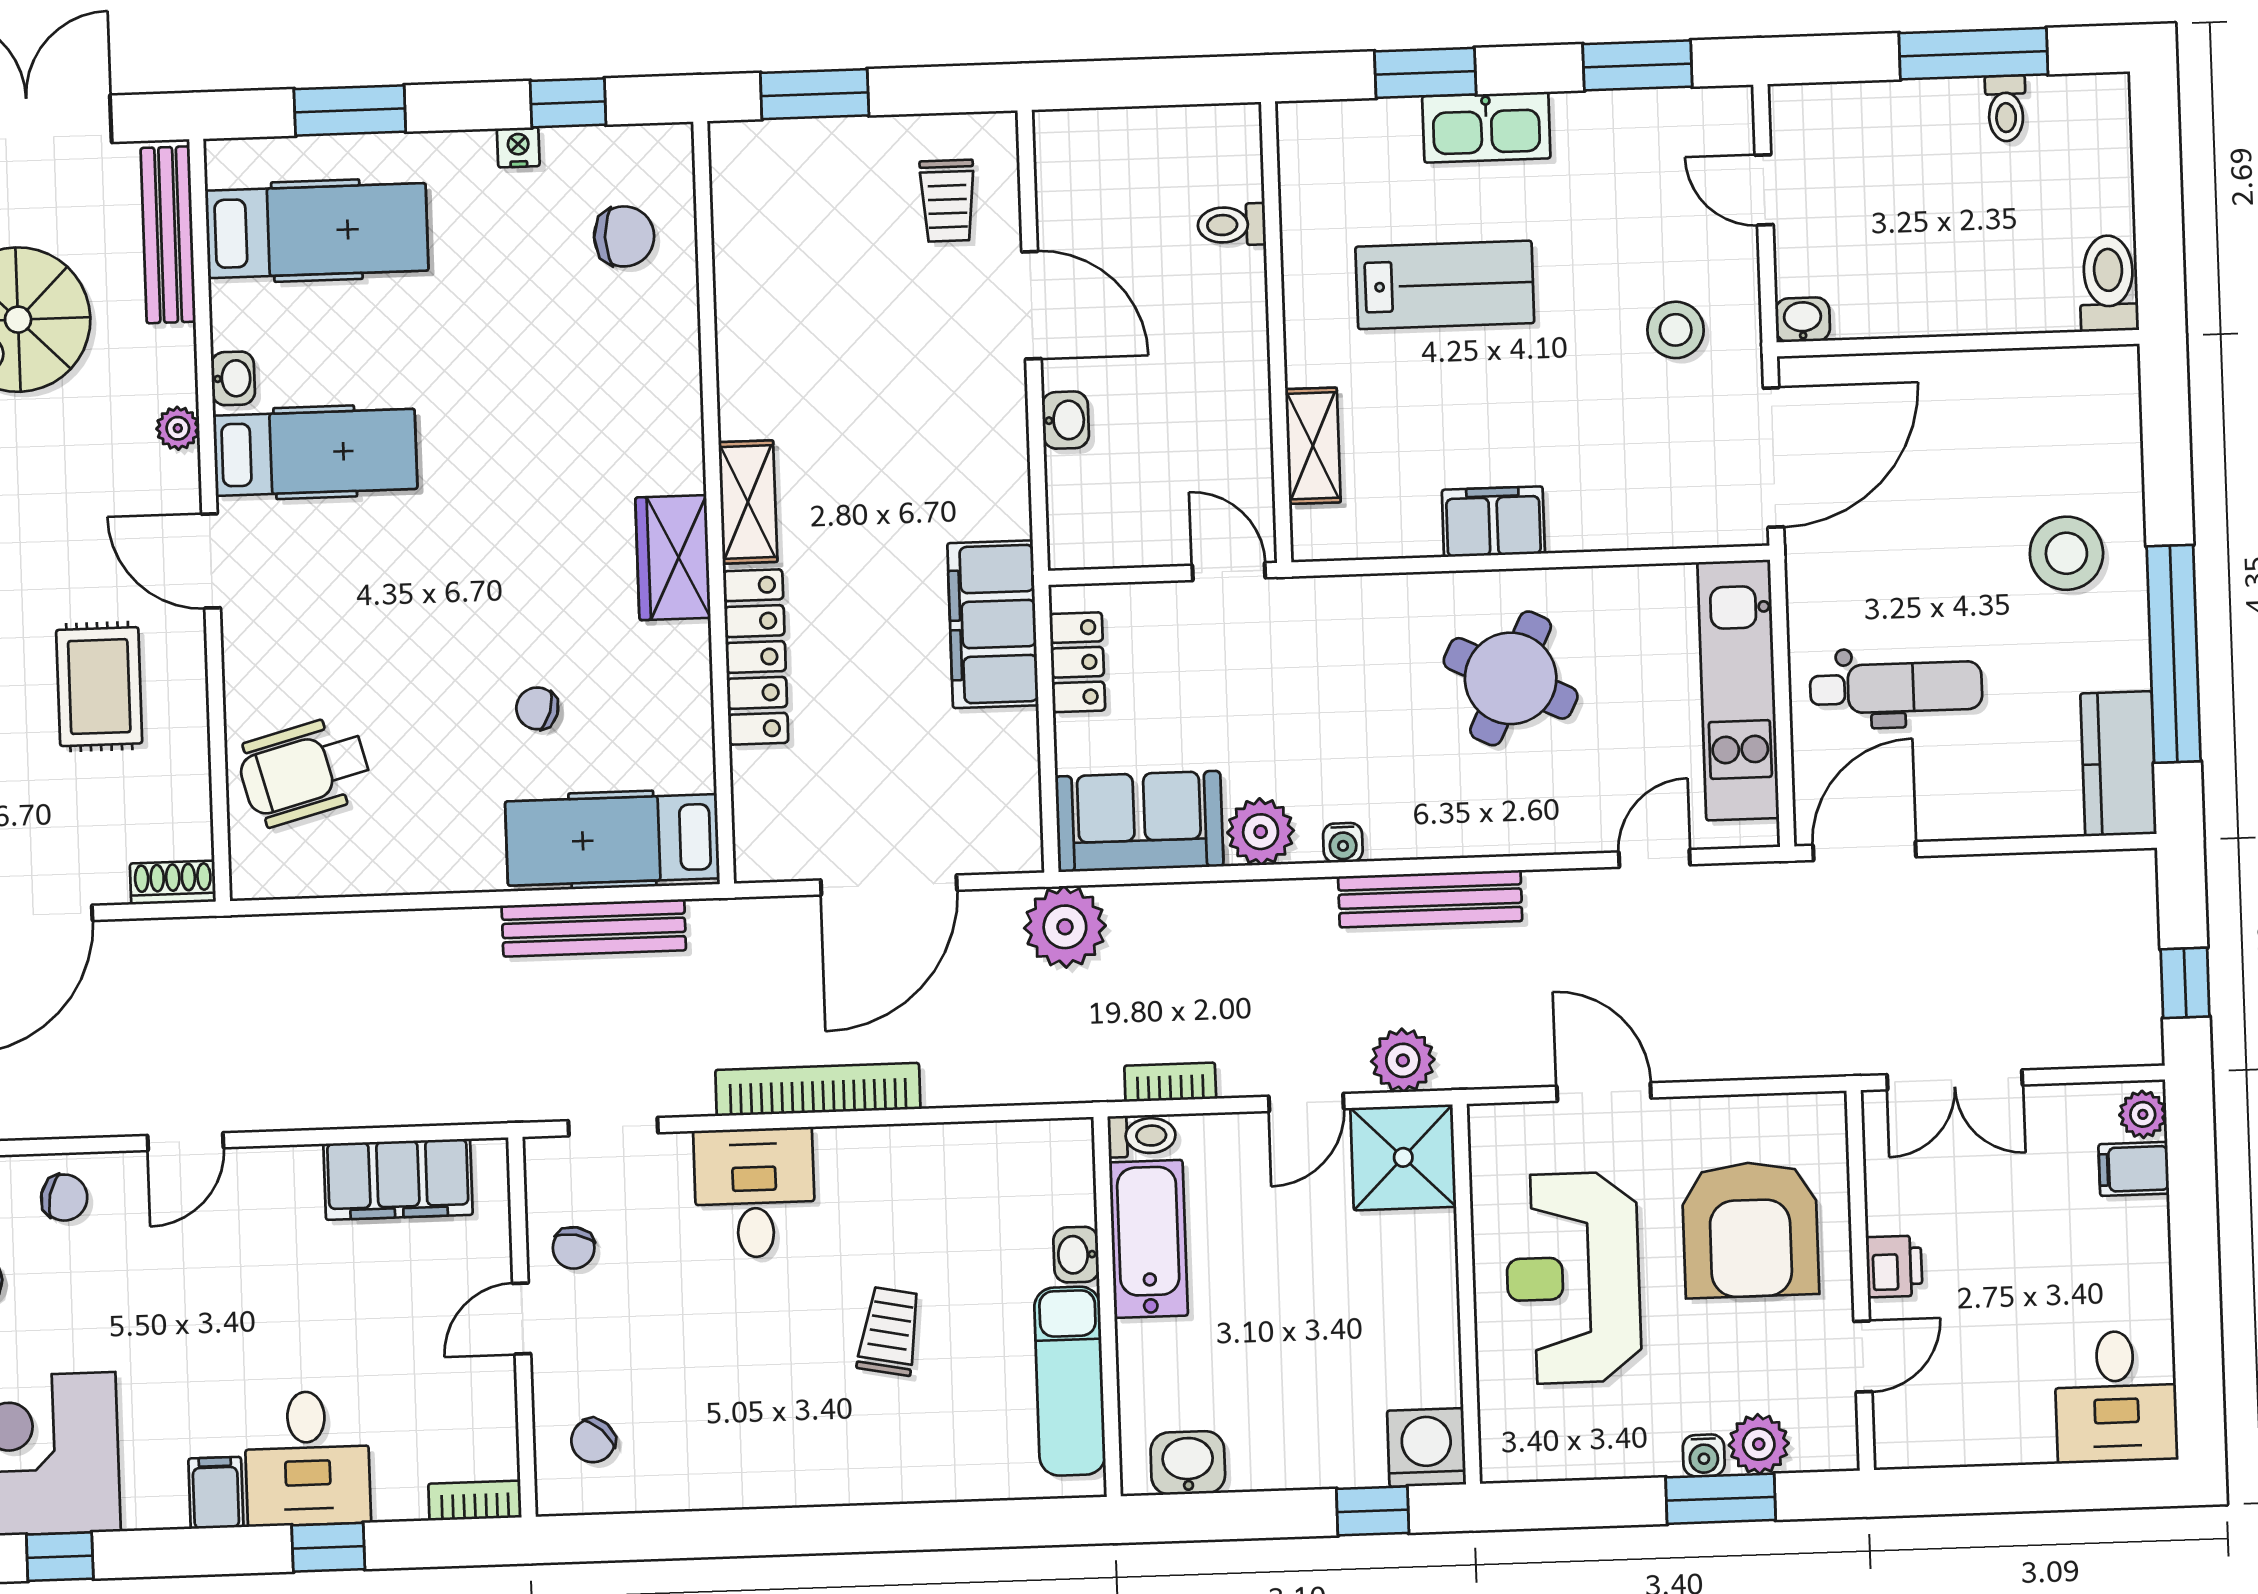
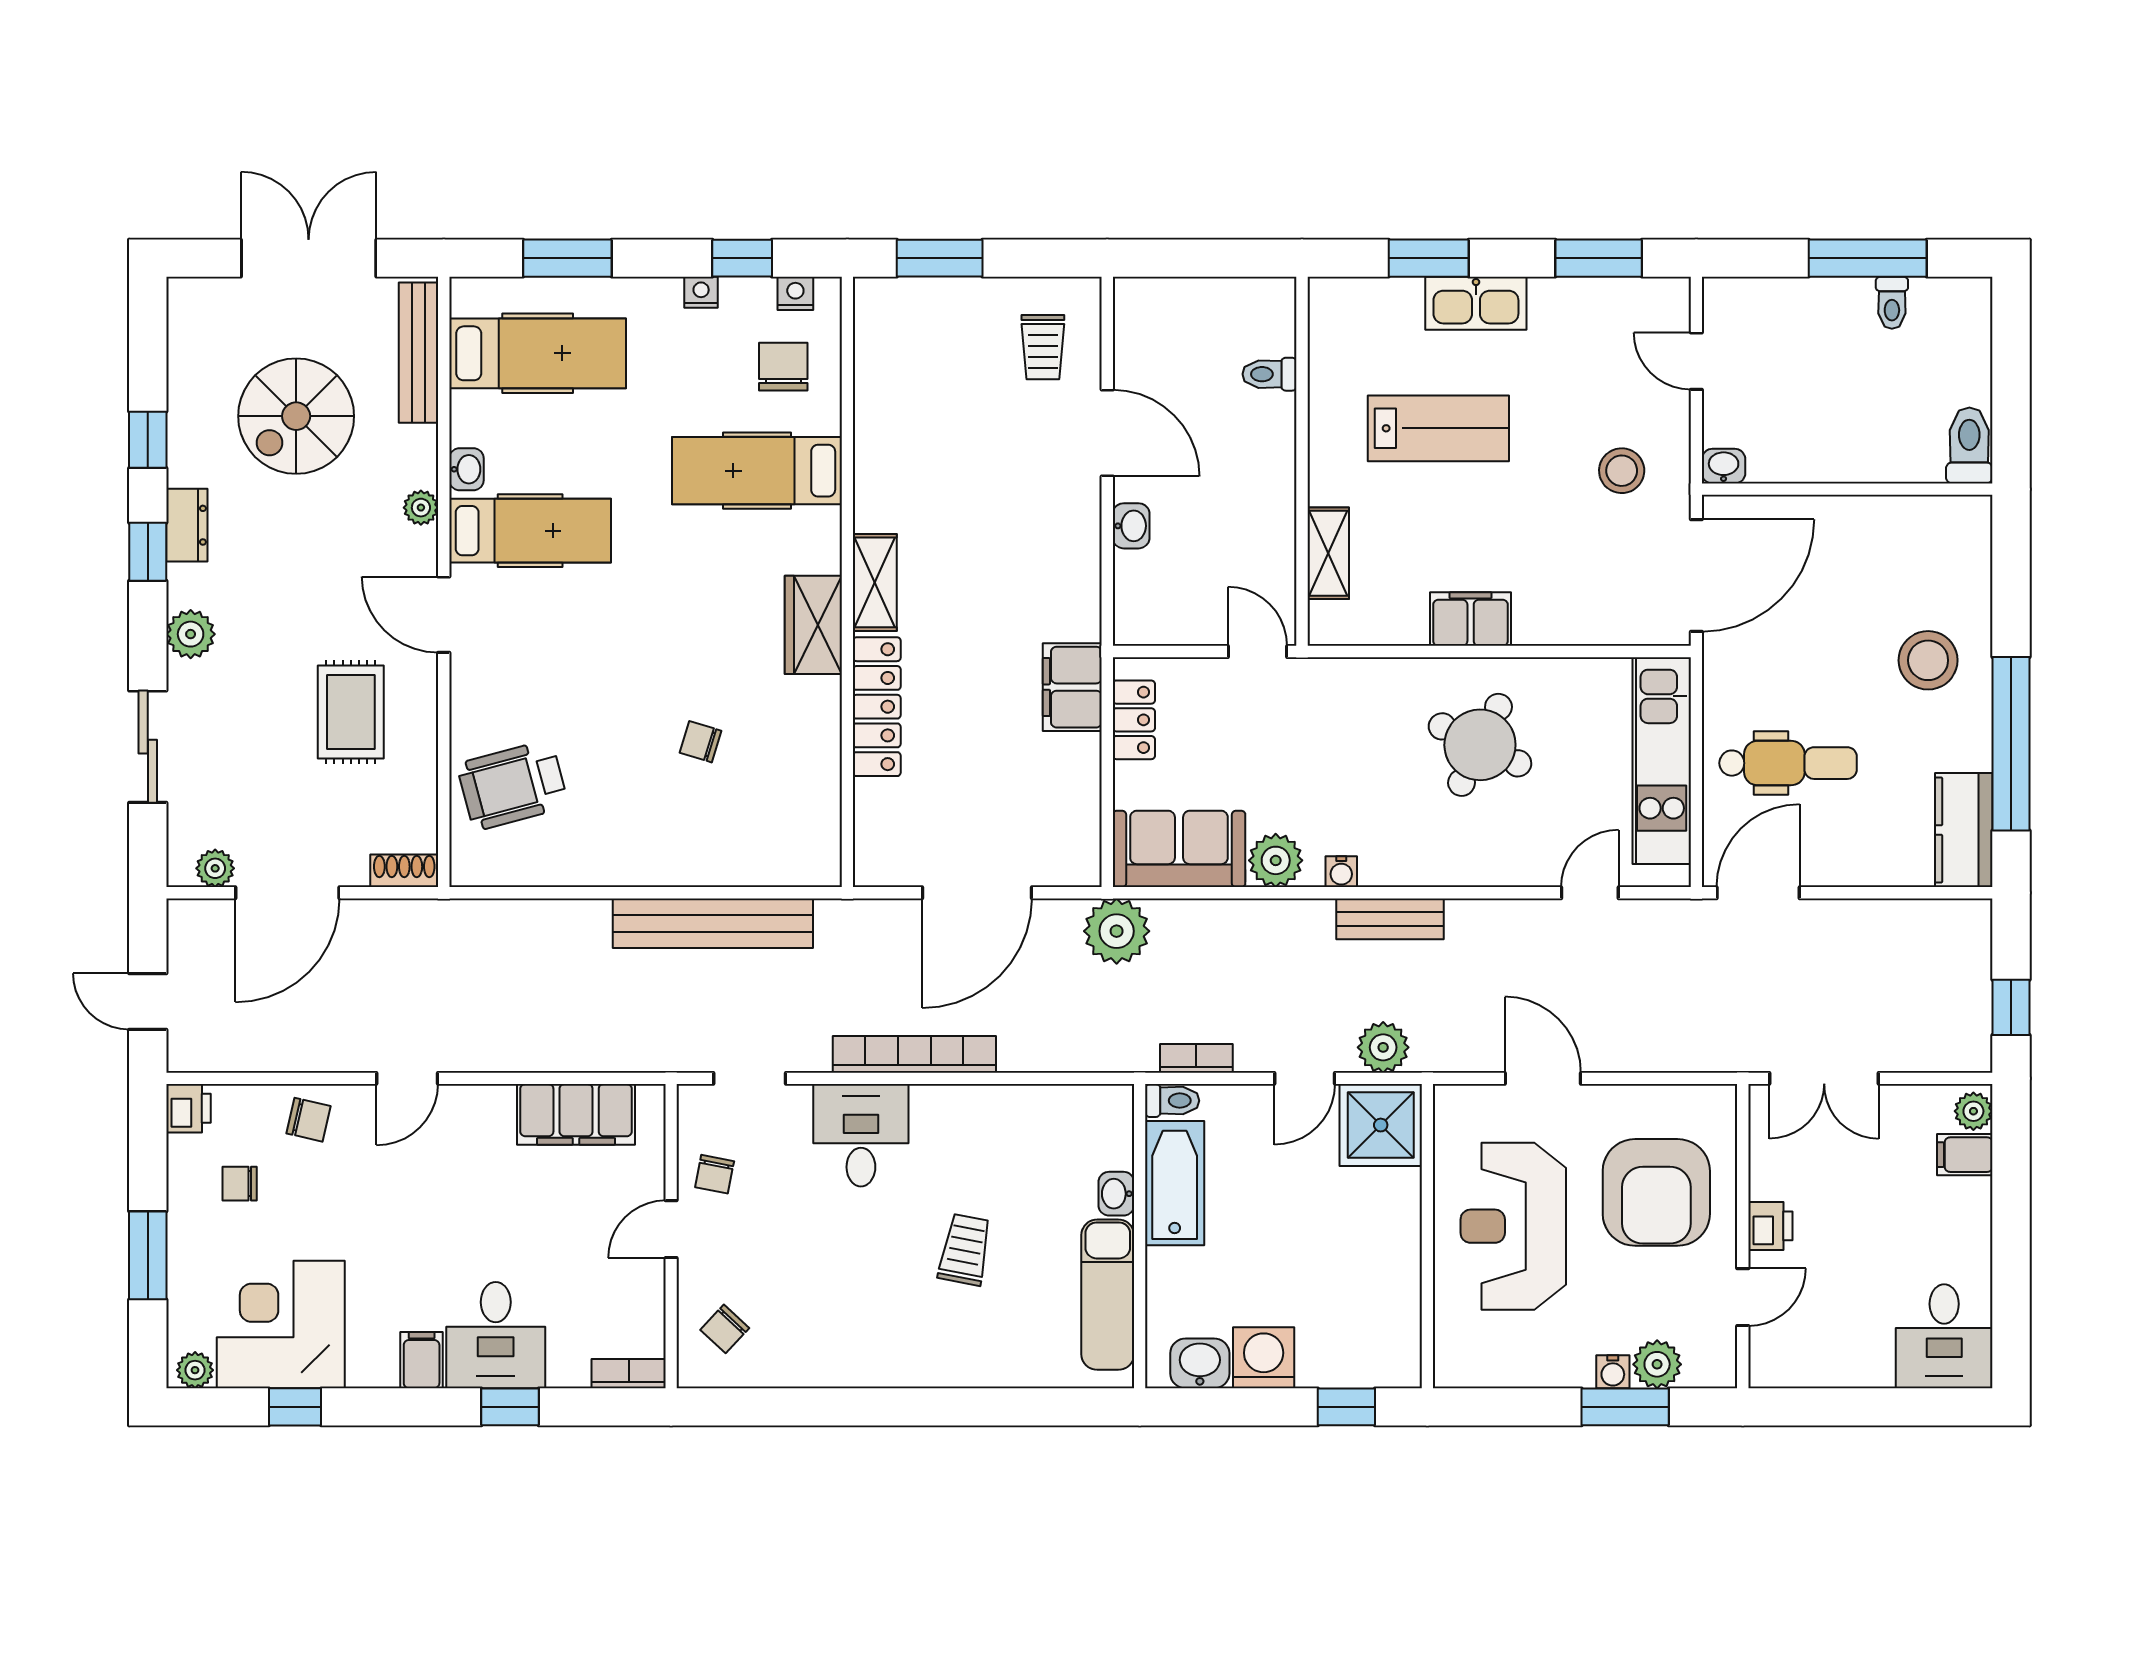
nightstand: (636, 144) -> (795, 293), added
chair: (624, 236) -> (783, 367), turned -90
filing cabinet: (993, 624) -> (1072, 687), width x0.67, depth x0.86
hospital bed: (612, 840) -> (757, 471), moved
bench: (1430, 899) -> (1390, 919), width x0.73
bench: (594, 928) -> (713, 923), width x1.37, depth x1.21
washing machine: (1426, 1448) -> (1264, 1358), moved

